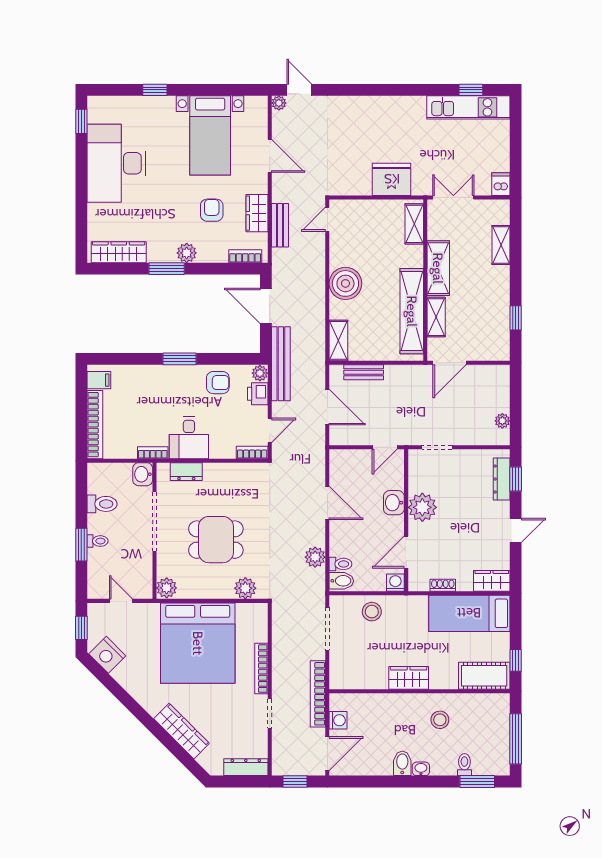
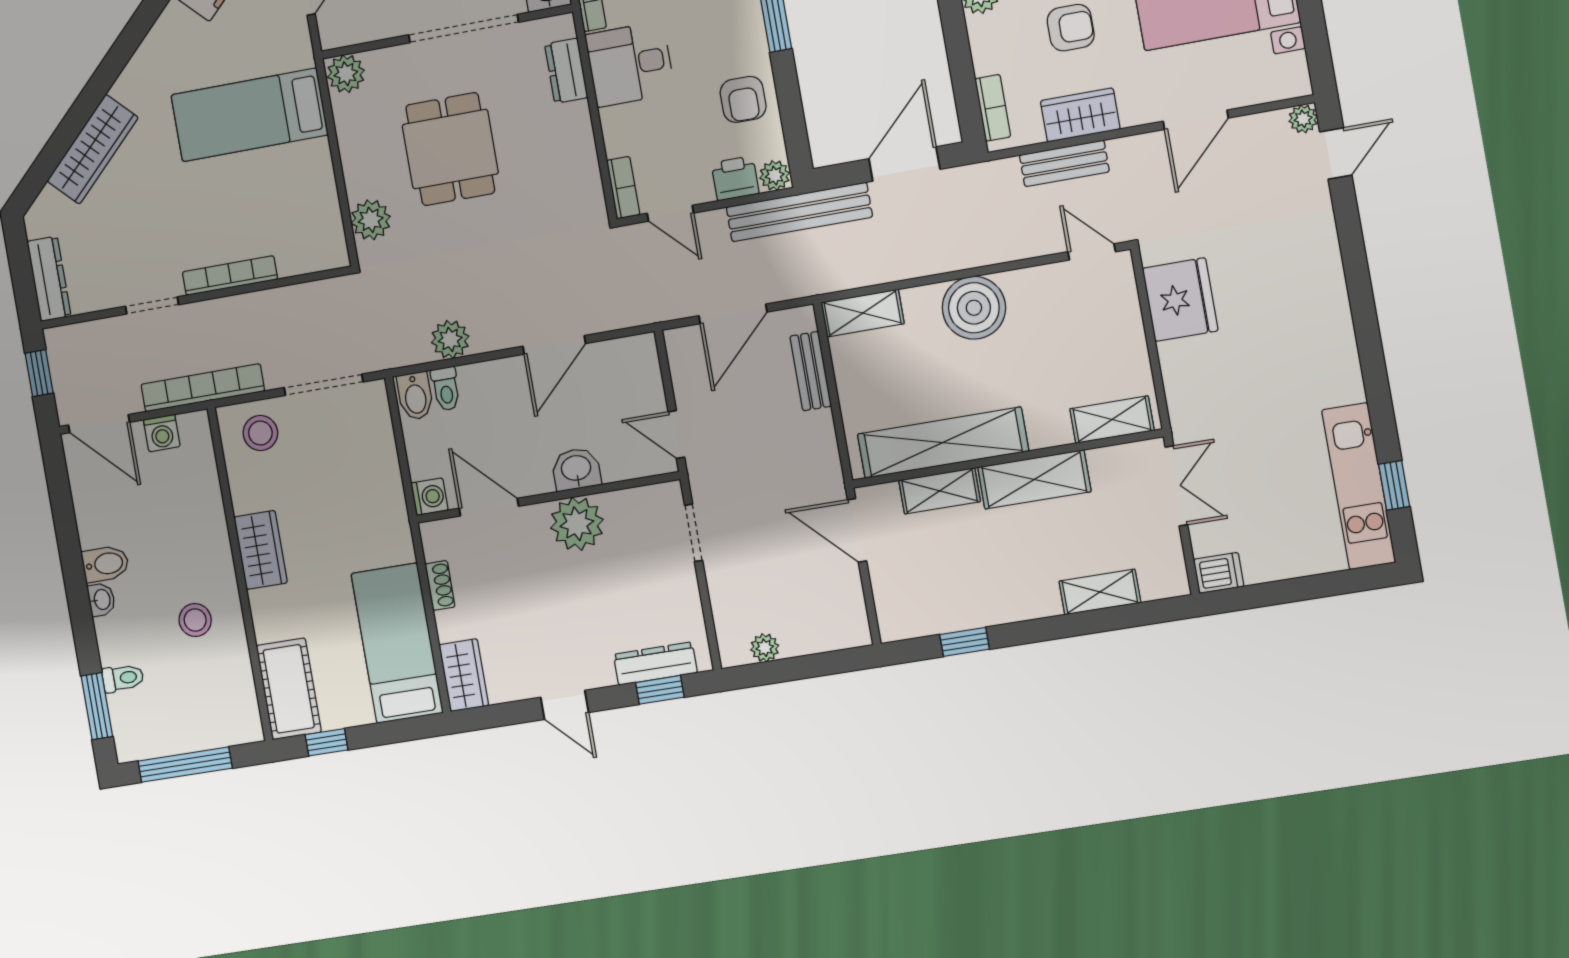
fridge: (392, 179) -> (1180, 300), moved
stool: (372, 612) -> (260, 433), moved
bed: (198, 643) -> (249, 115), width x0.49

